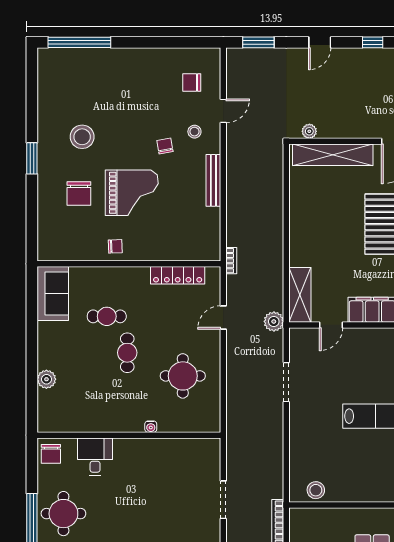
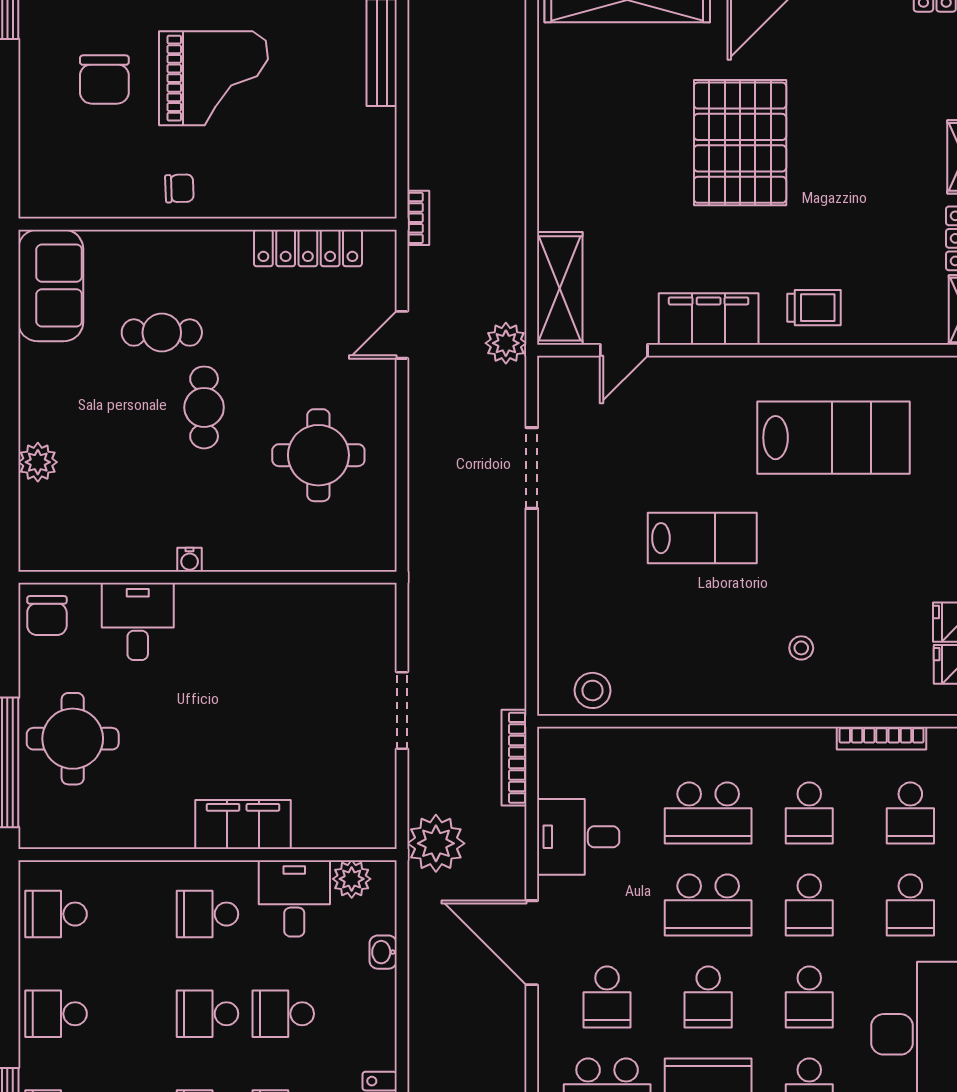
water cooler: (151, 427) -> (190, 560), moved

